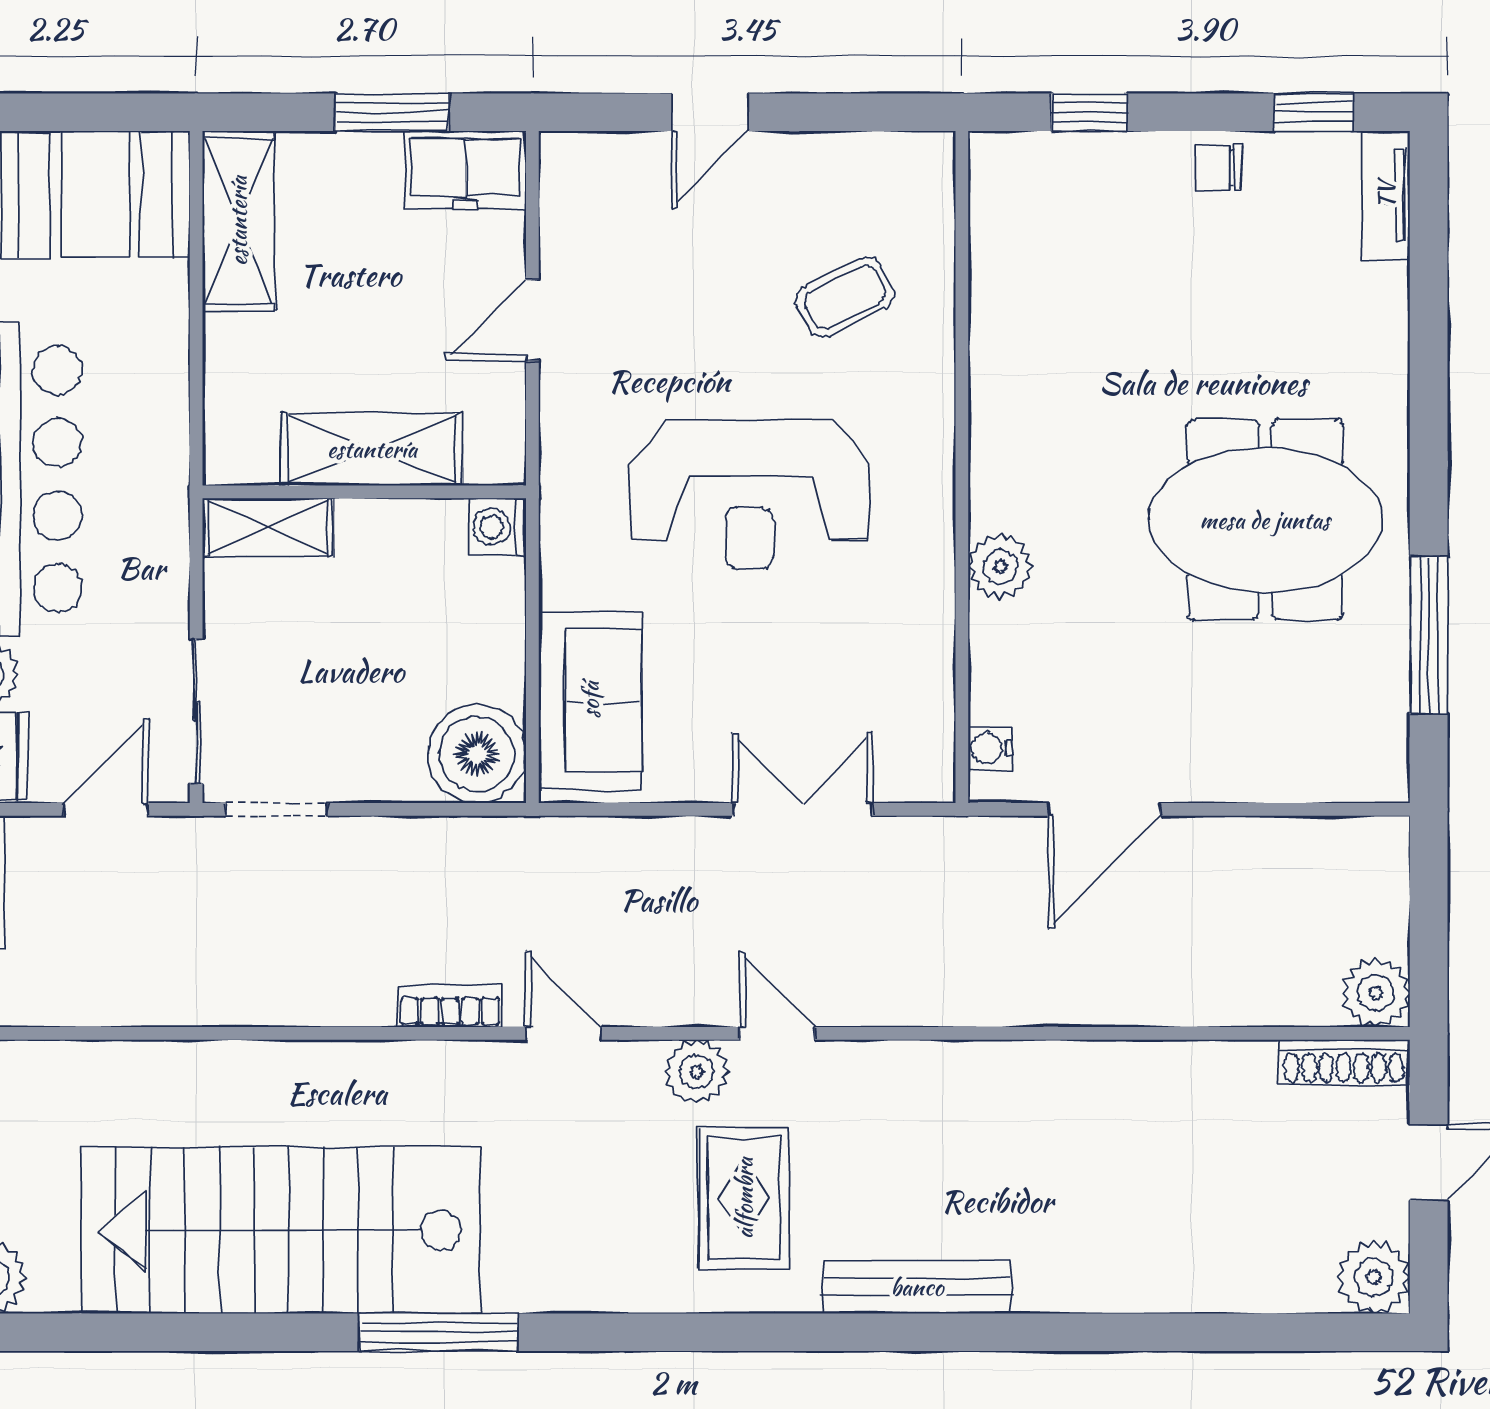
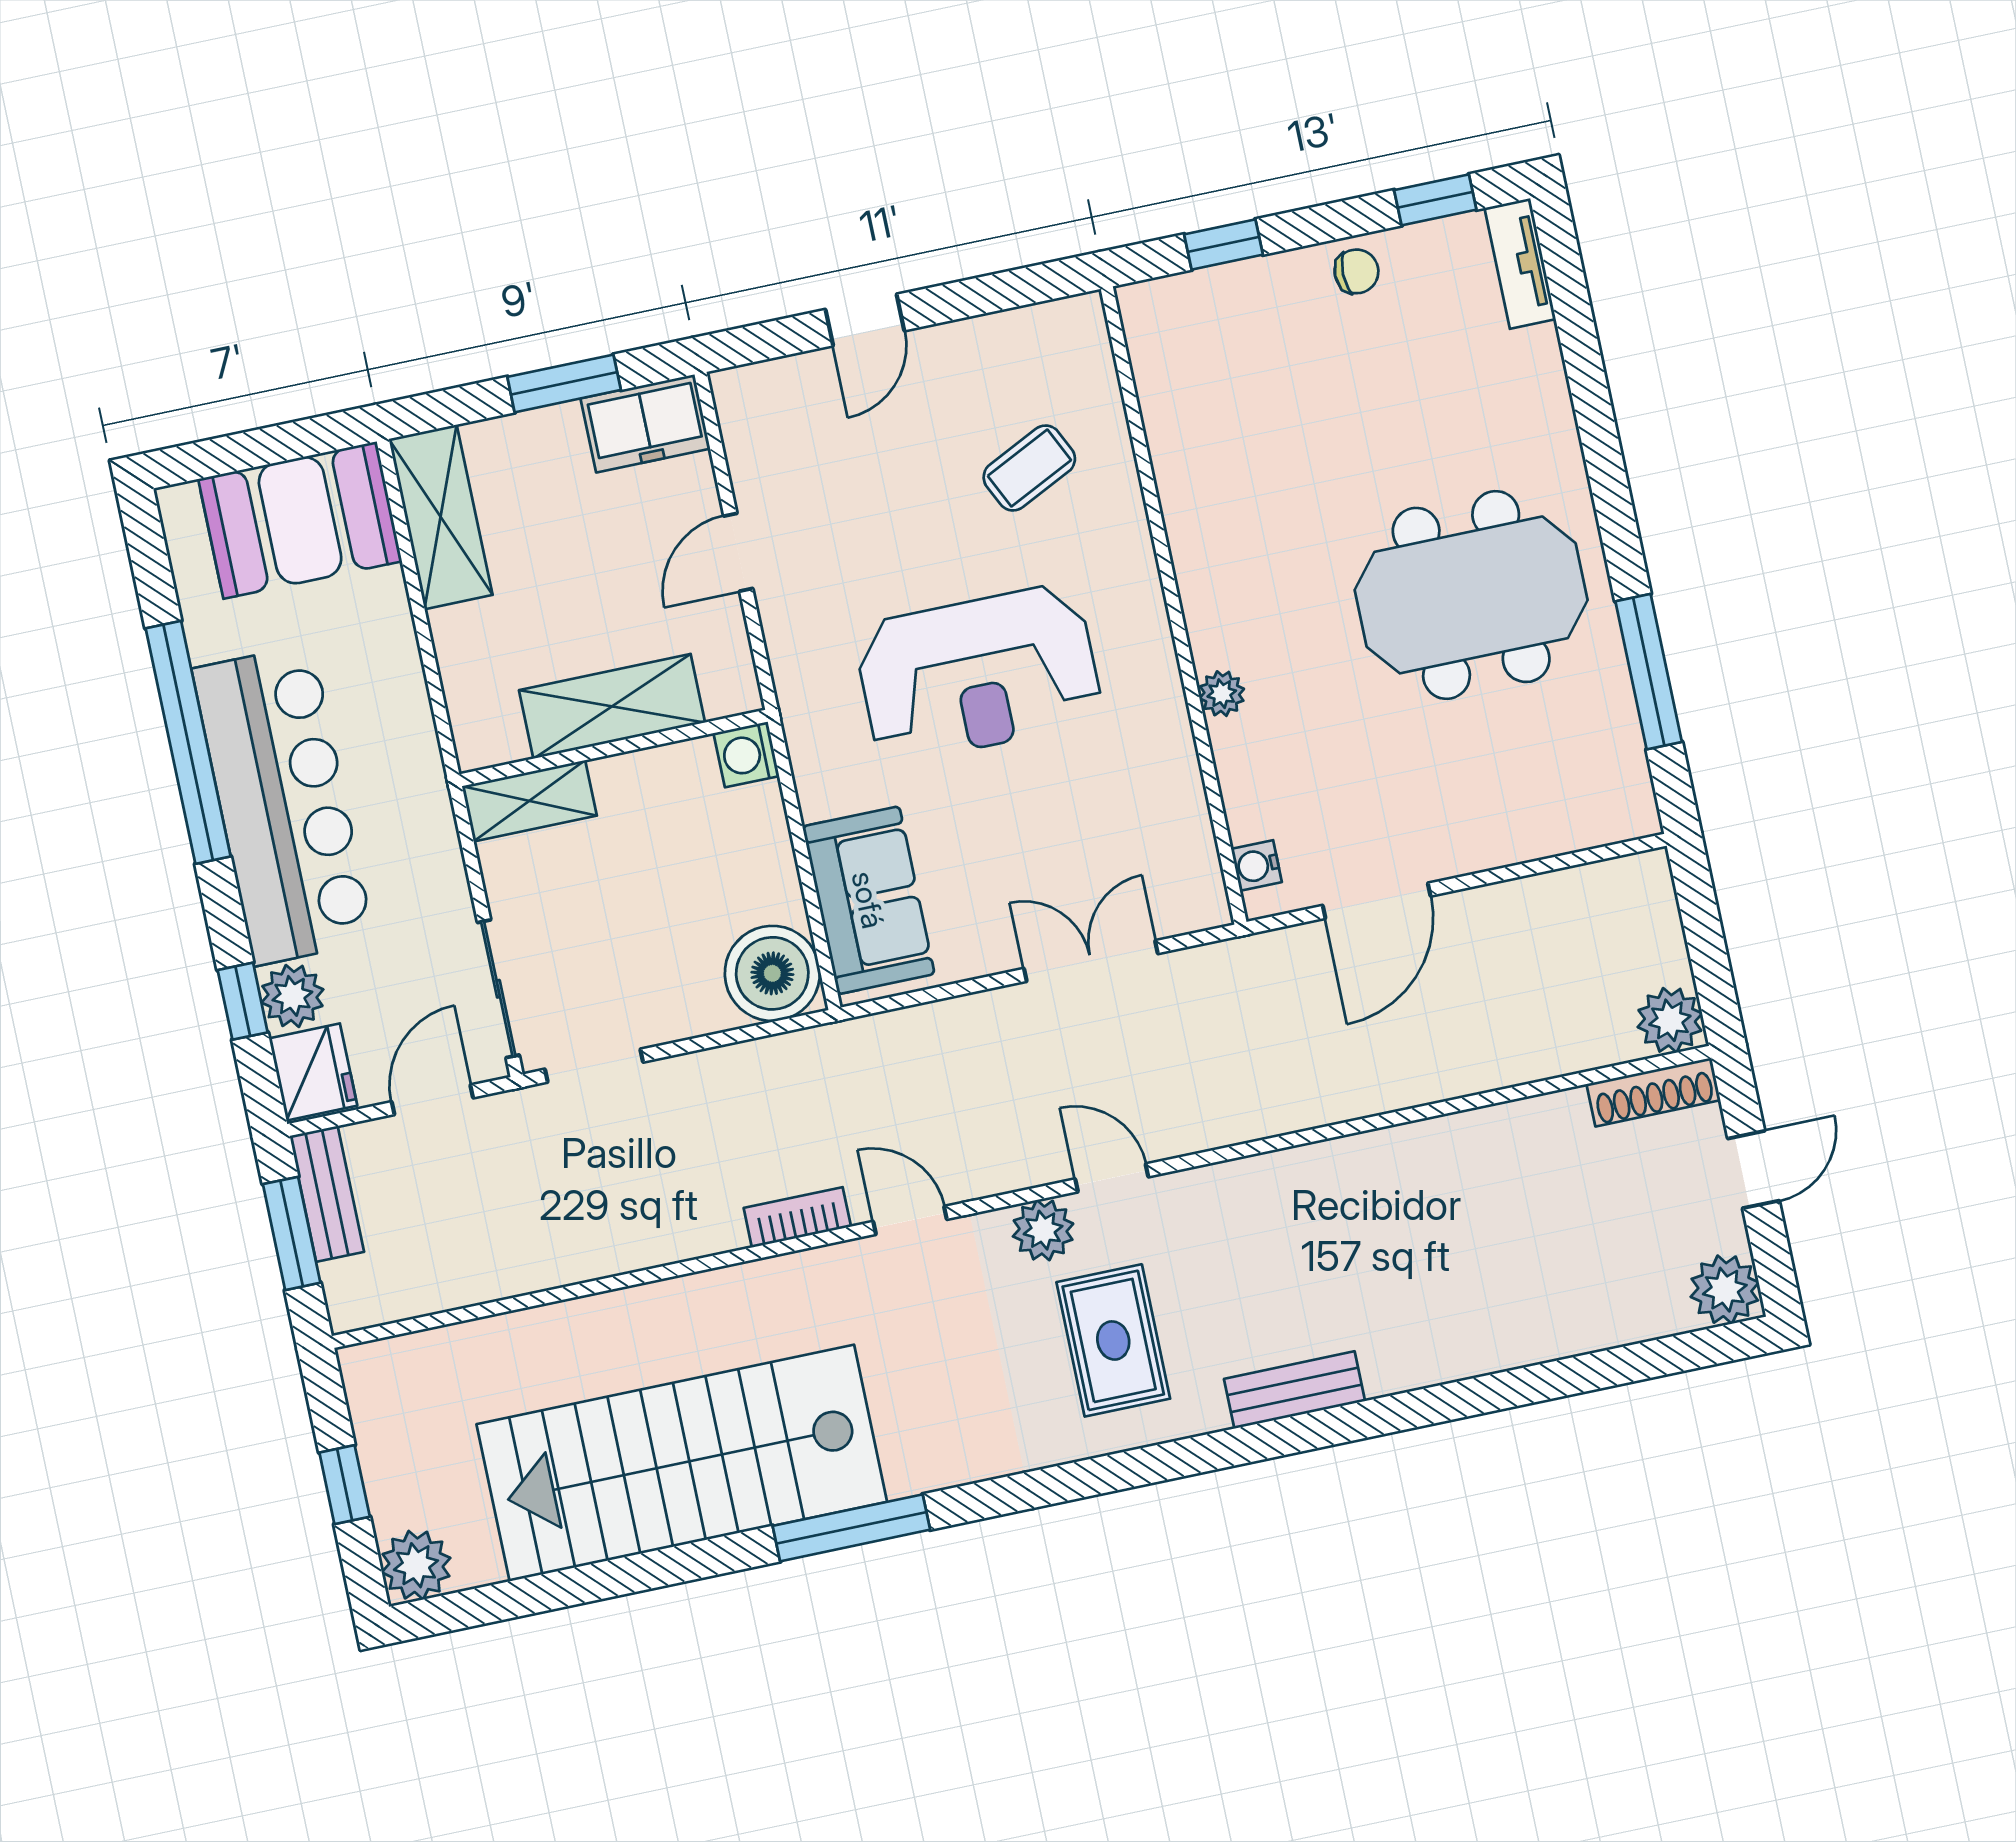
chair: (1218, 168) -> (1356, 271), turned 180
plant: (1001, 567) -> (1222, 694), width x0.73, depth x0.73
bench: (917, 1287) -> (1295, 1390), width x0.73

